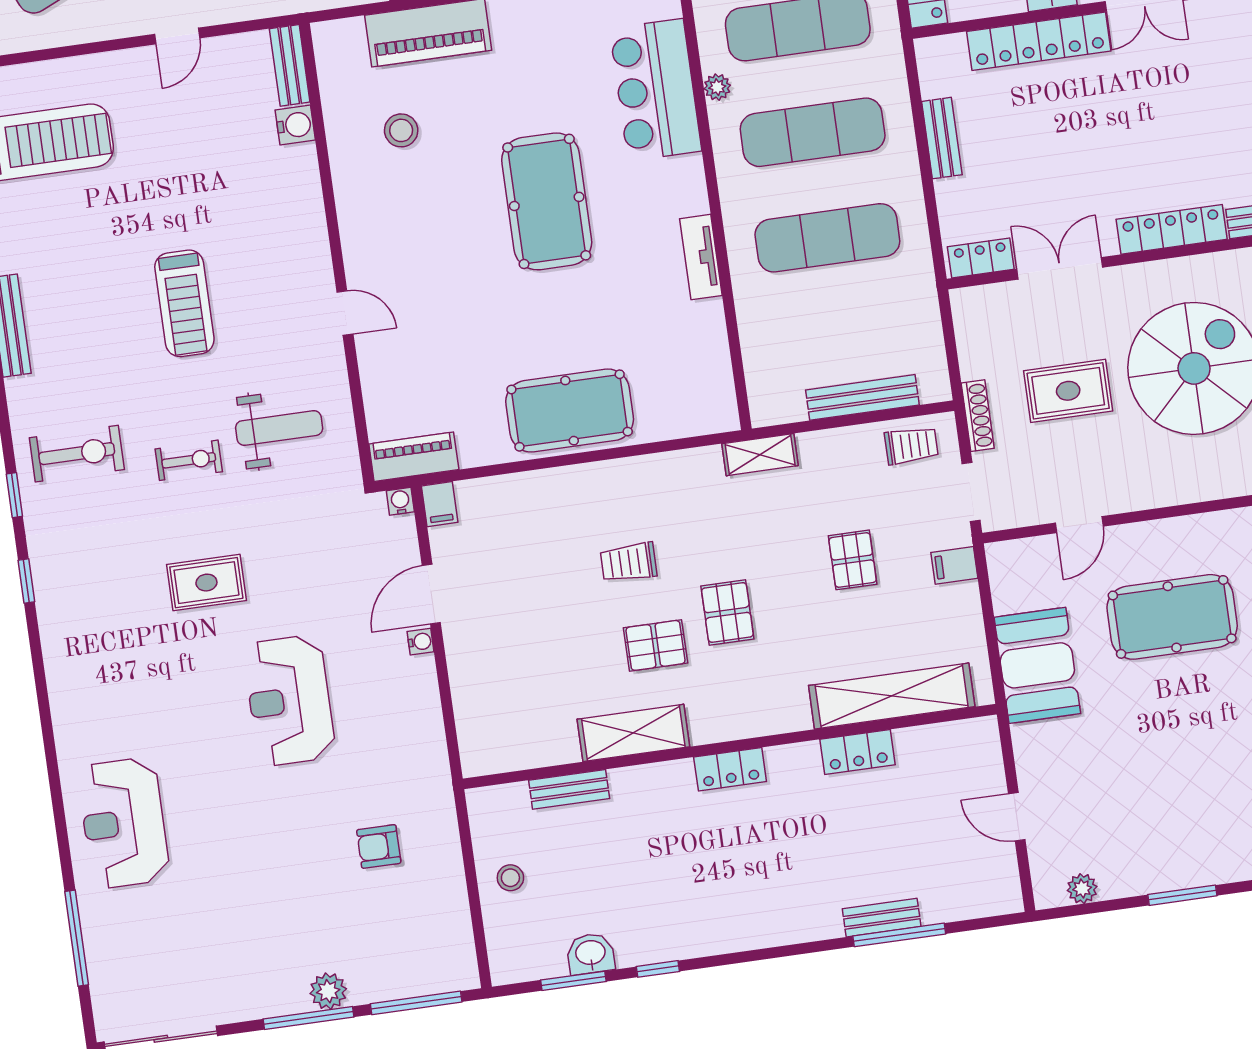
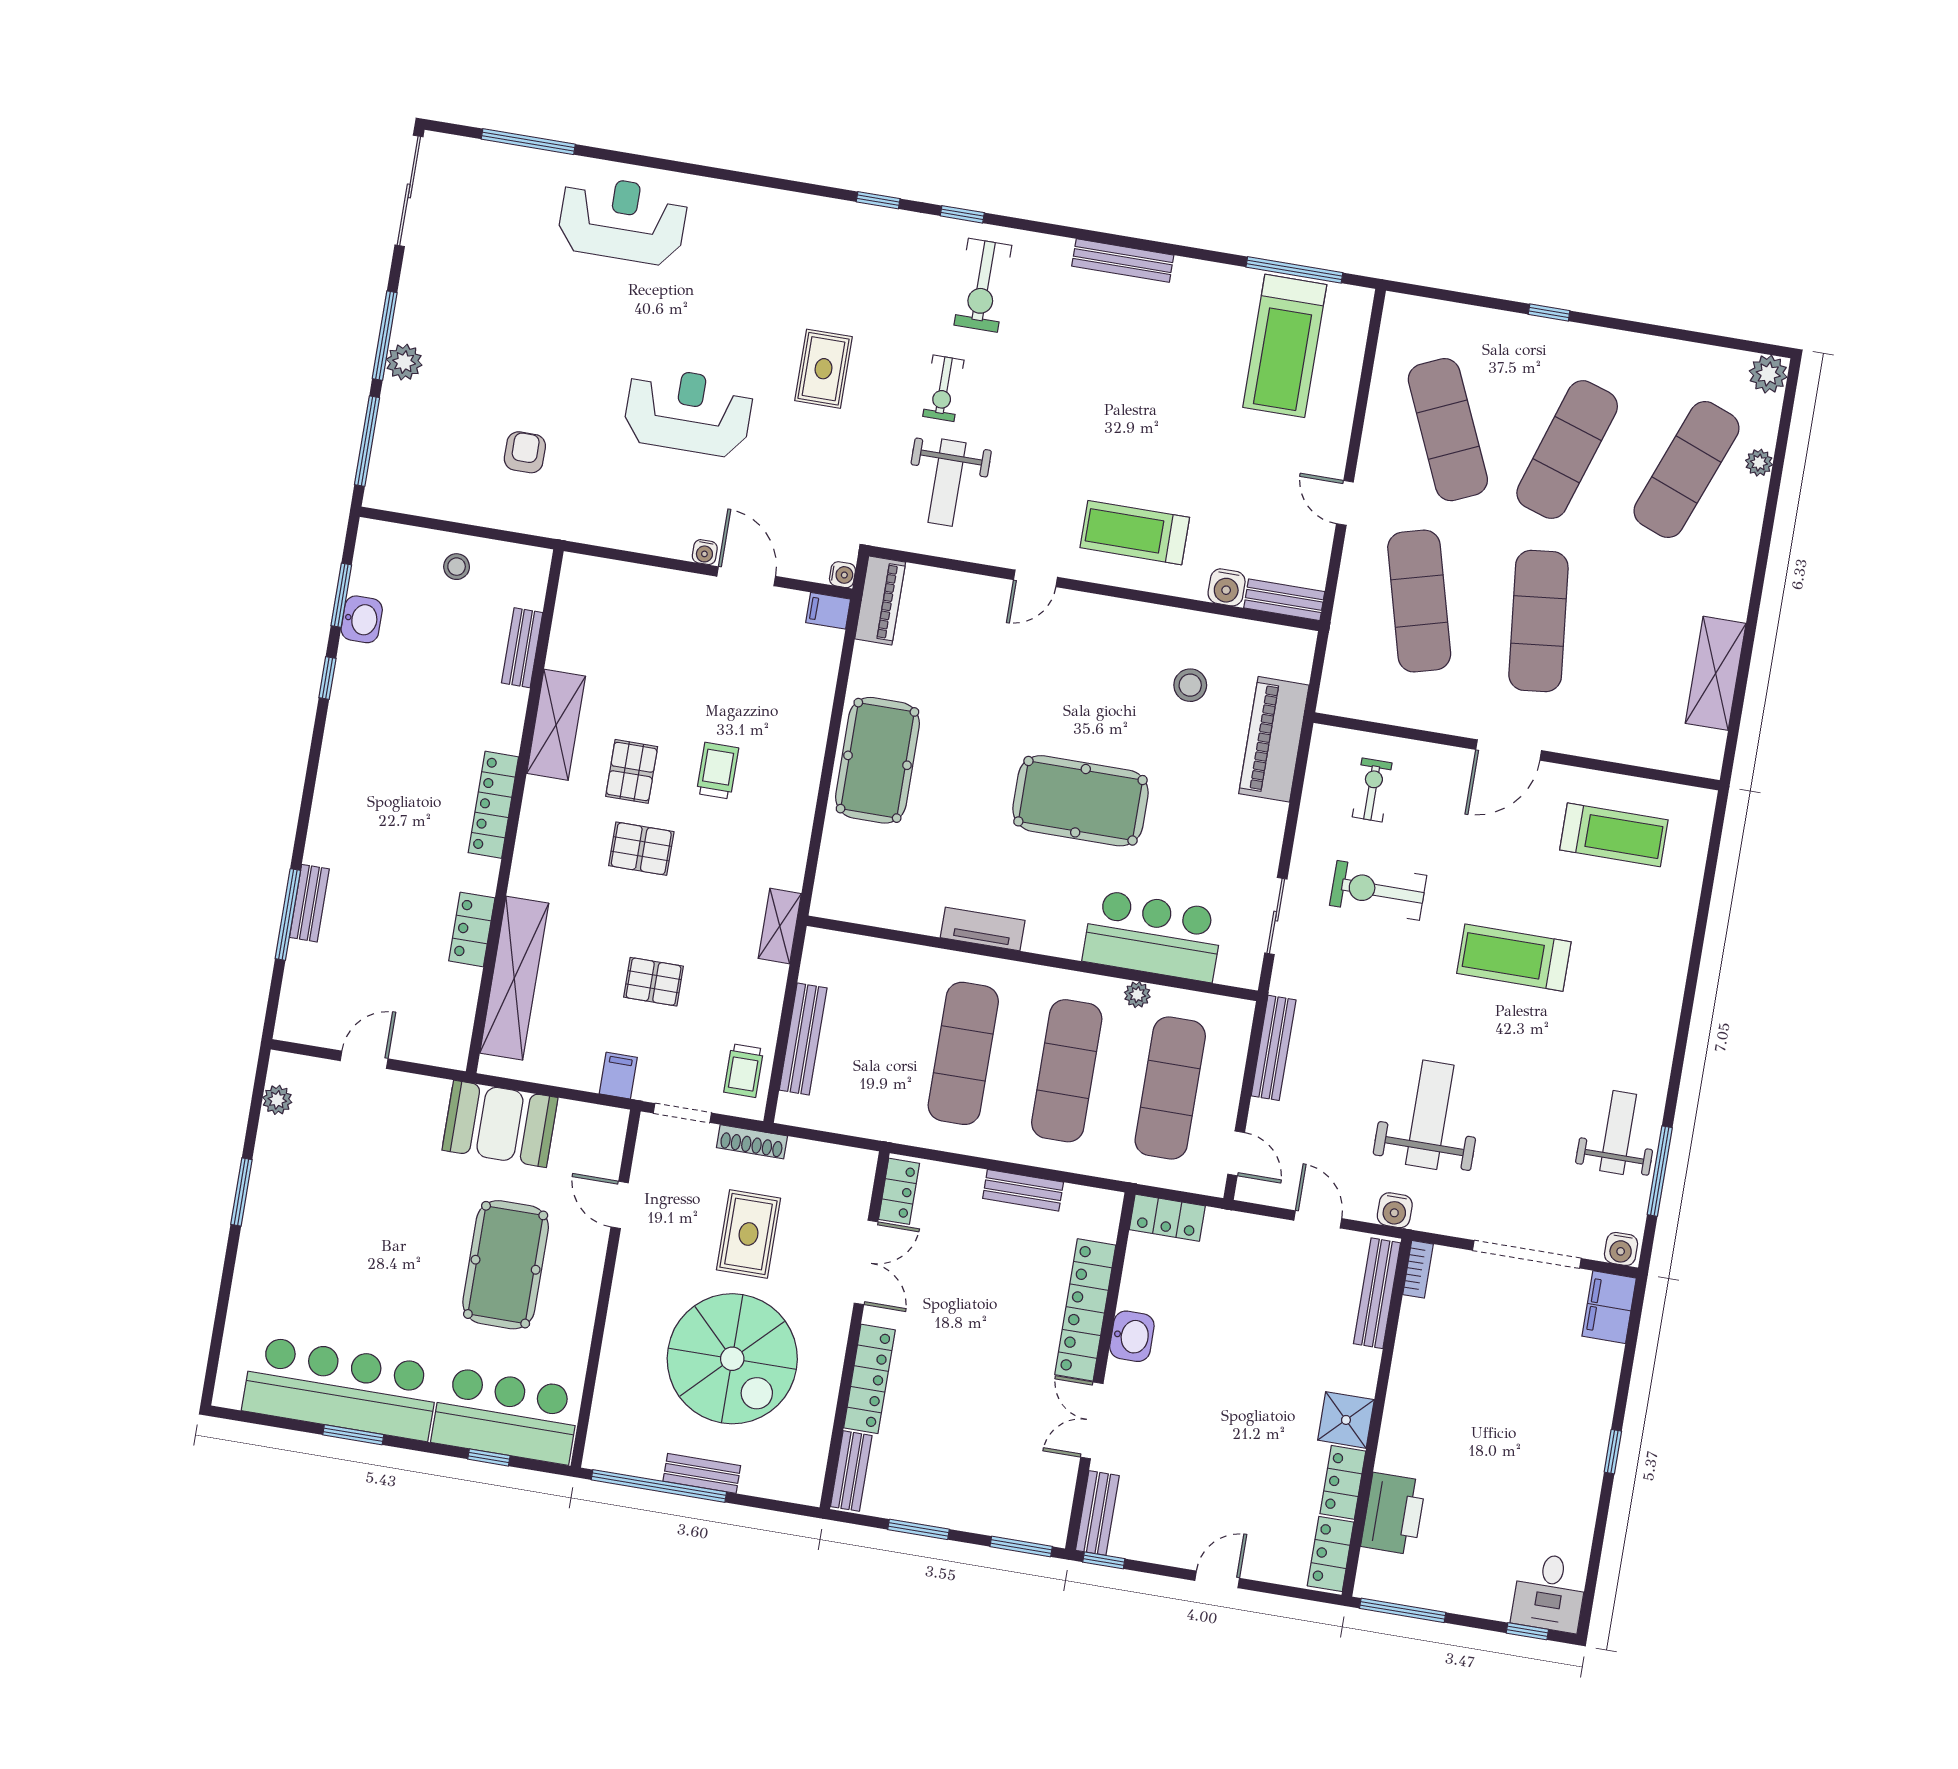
treadmill: (184, 303) -> (1135, 533), moved
locker: (730, 769) -> (493, 805), width x1.53

